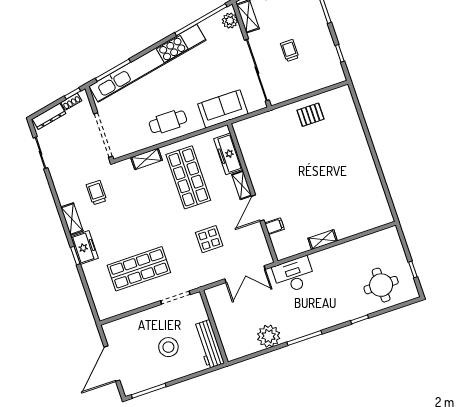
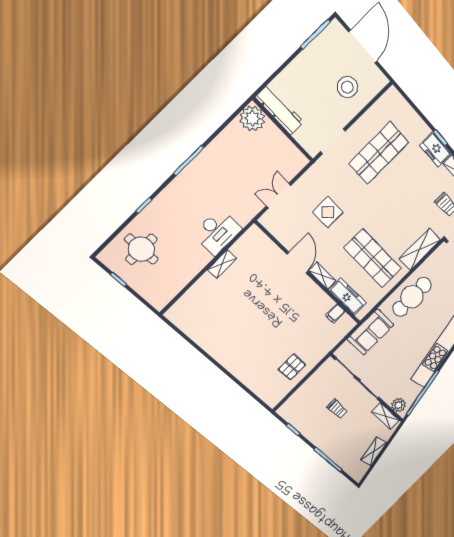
cafe table: (168, 122) -> (412, 297), width x1.37, depth x1.35
shelving: (146, 159) -> (420, 249), width x1.50, depth x1.33
filing cabinet: (275, 226) -> (335, 313), moved
double door: (245, 274) -> (279, 196), width x0.73
desk: (294, 275) -> (217, 232), moved
plant: (269, 336) -> (252, 118), moved
stool: (168, 347) -> (347, 87), moved

